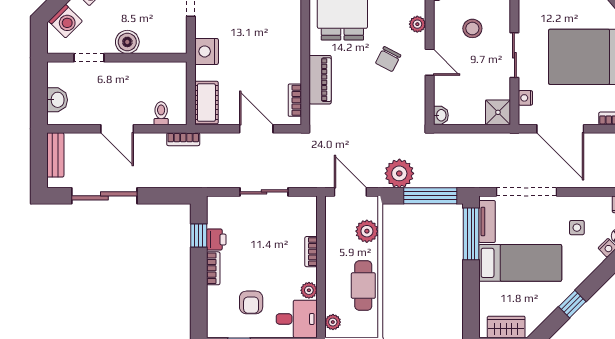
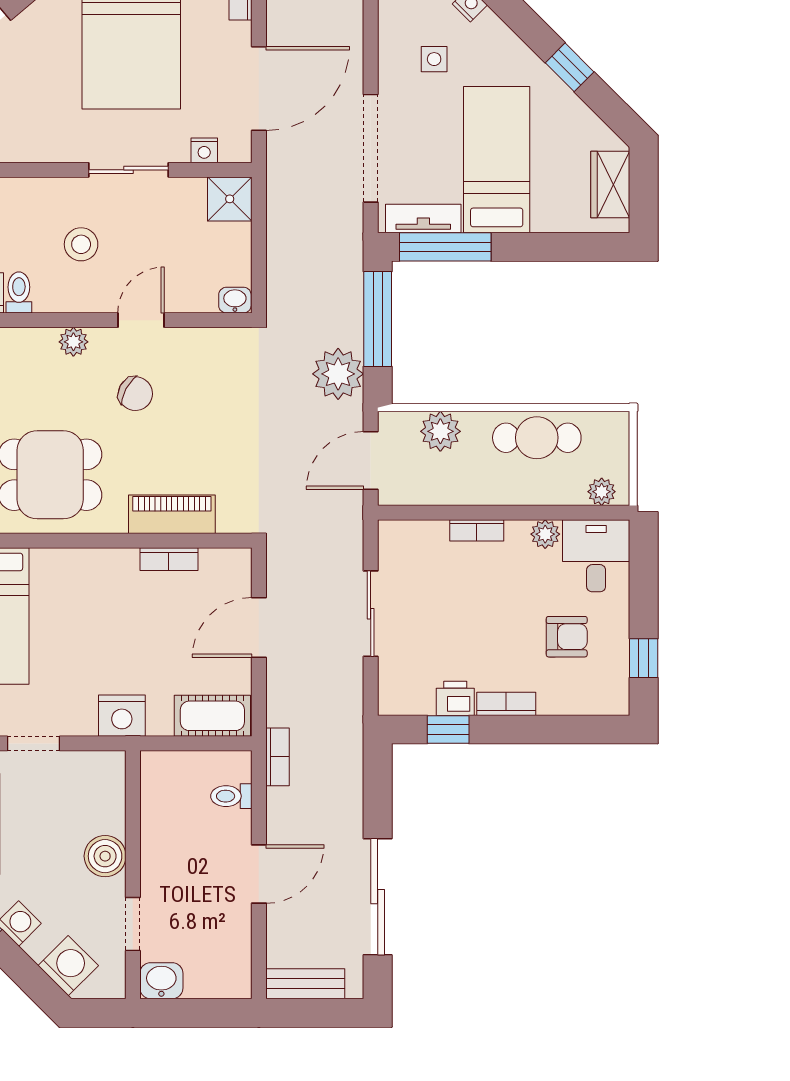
washbasin: (57, 100) -> (161, 981), moved
bookcase: (295, 100) -> (169, 559), moved

